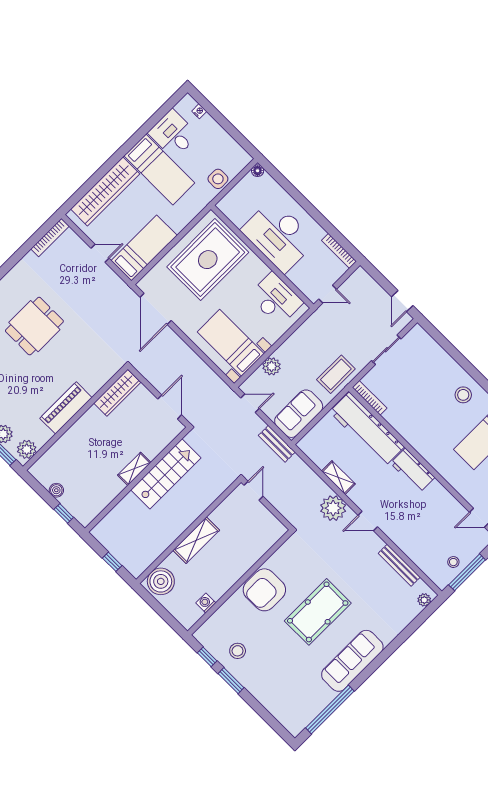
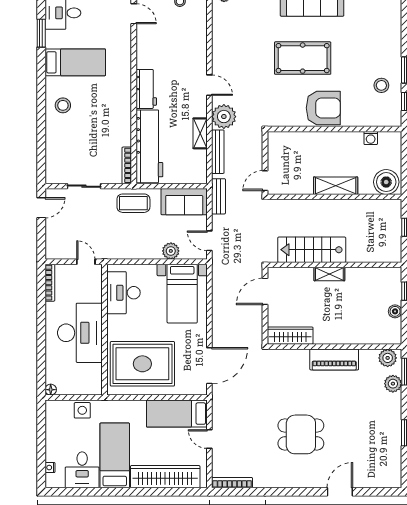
bench: (399, 565) -> (218, 152), moved

